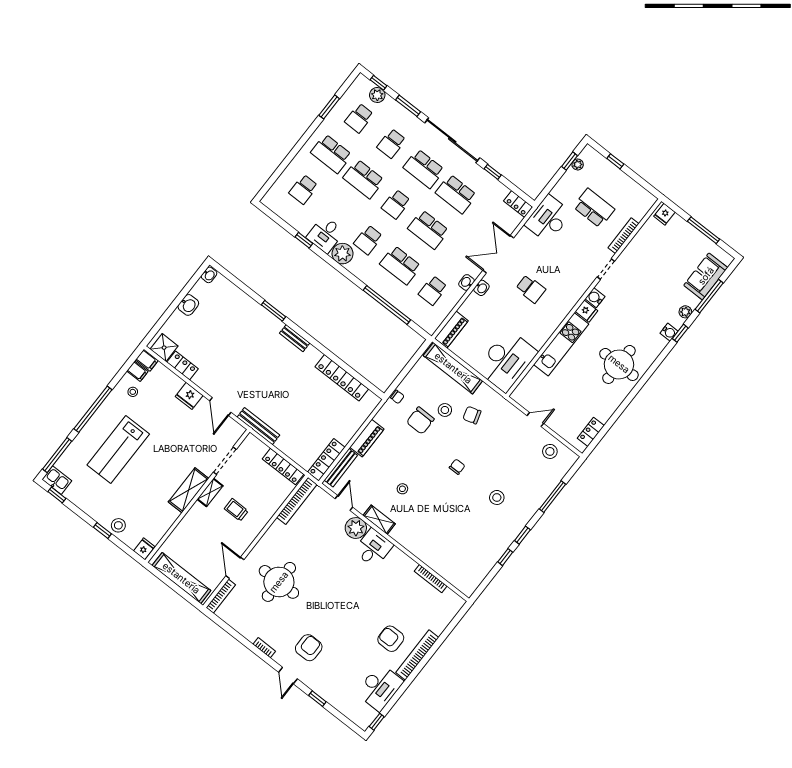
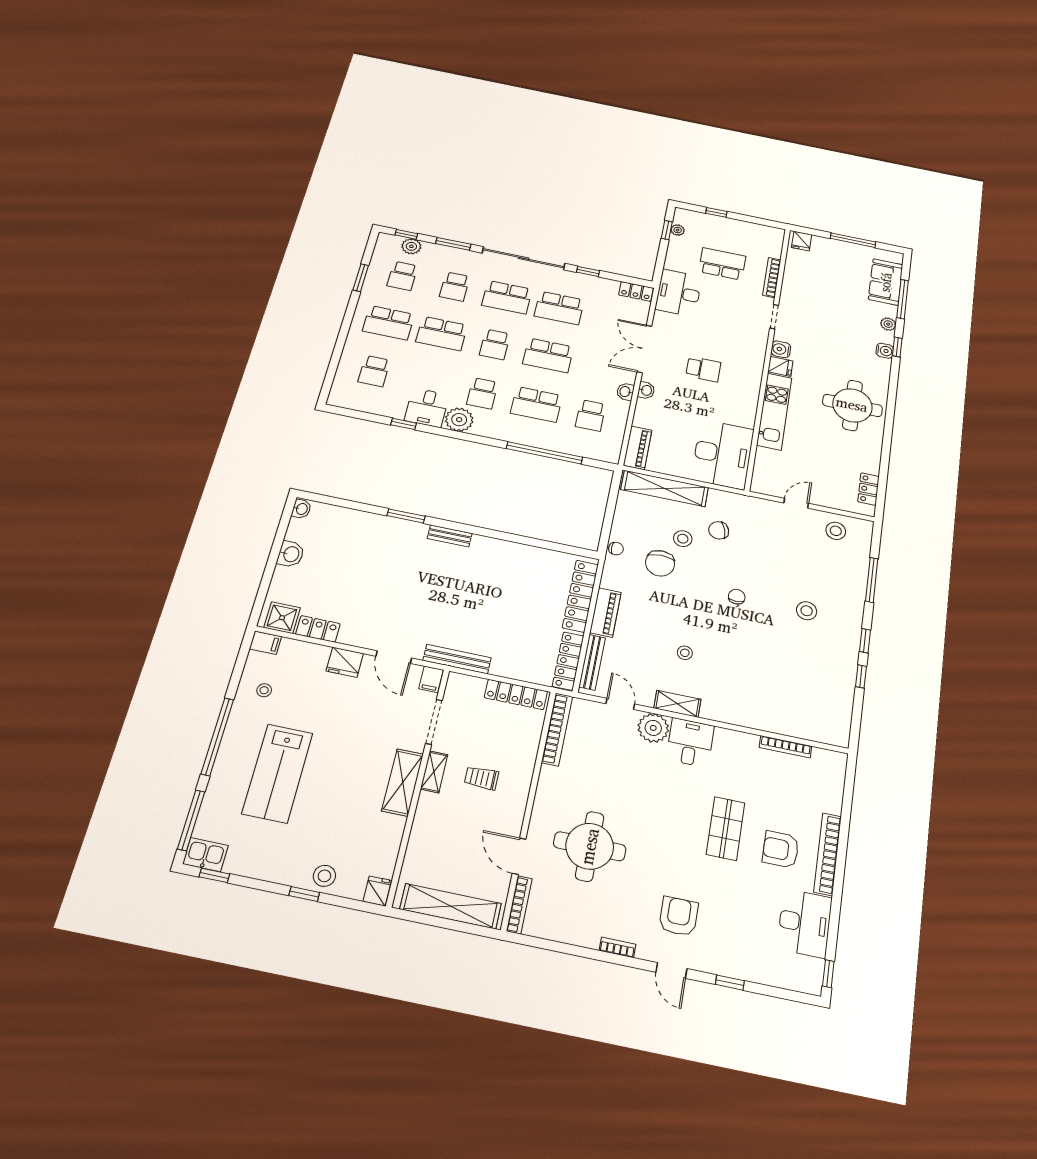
filing cabinet: (137, 371) -> (431, 679), moved, turned 90
locker: (342, 378) -> (580, 596), moved, turned 90
shop shelf: (365, 610) -> (726, 828), added

